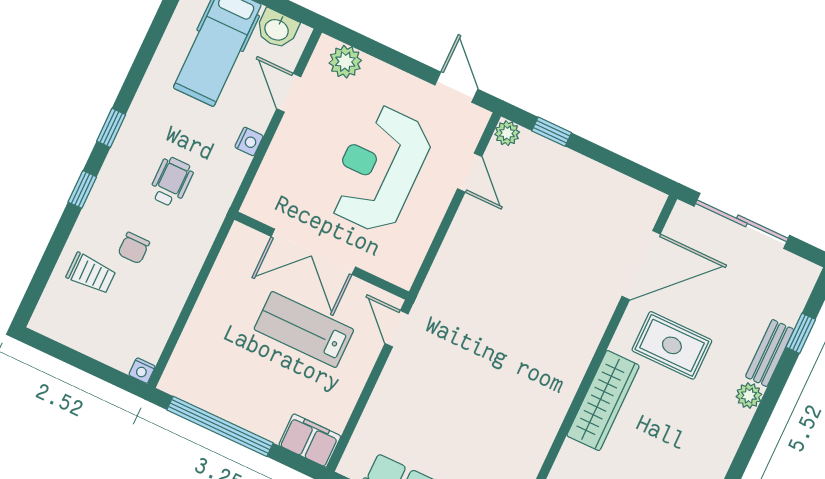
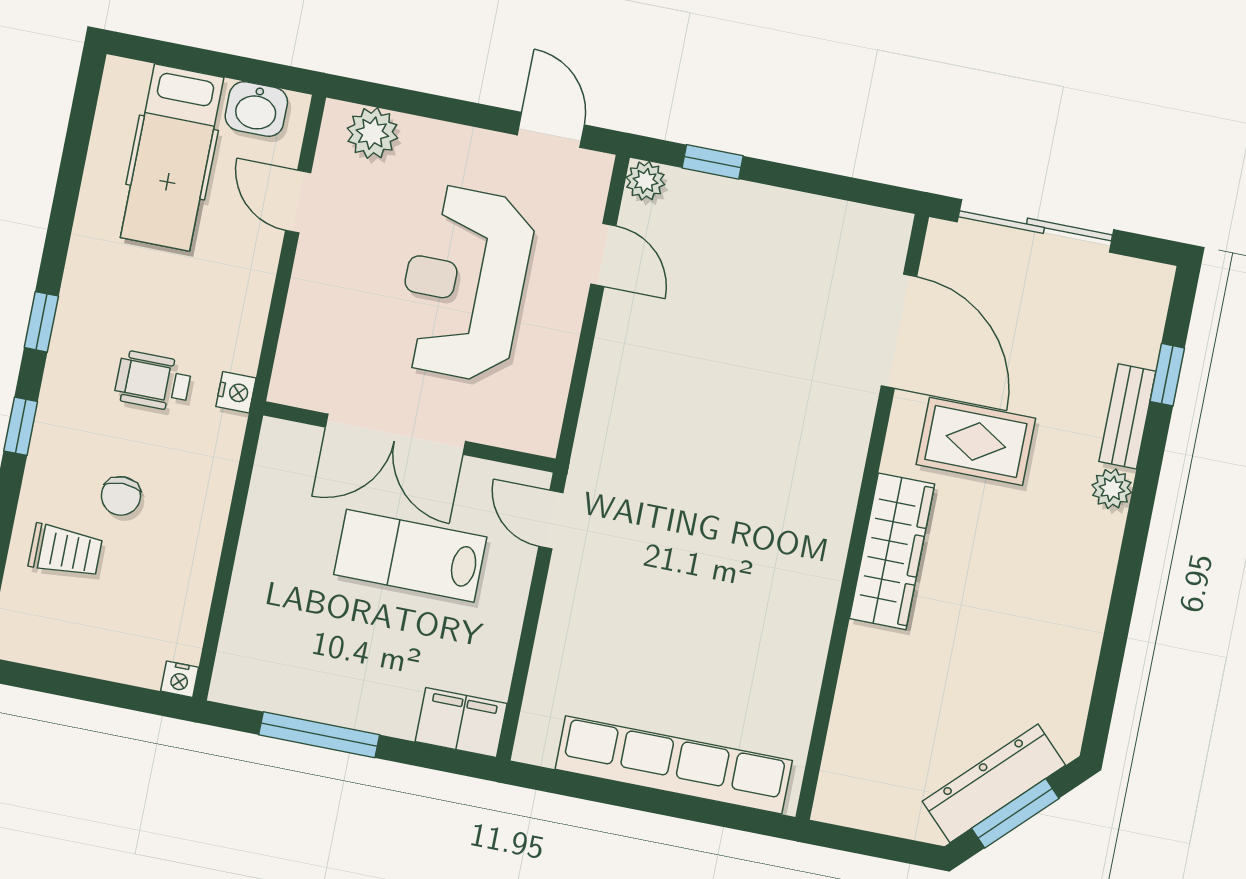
nightstand: (249, 141) -> (236, 392), moved
wheelchair: (171, 182) -> (153, 381), turned -90
door: (641, 265) -> (899, 331), hinge flipped
window: (220, 426) -> (319, 735), width x0.68

